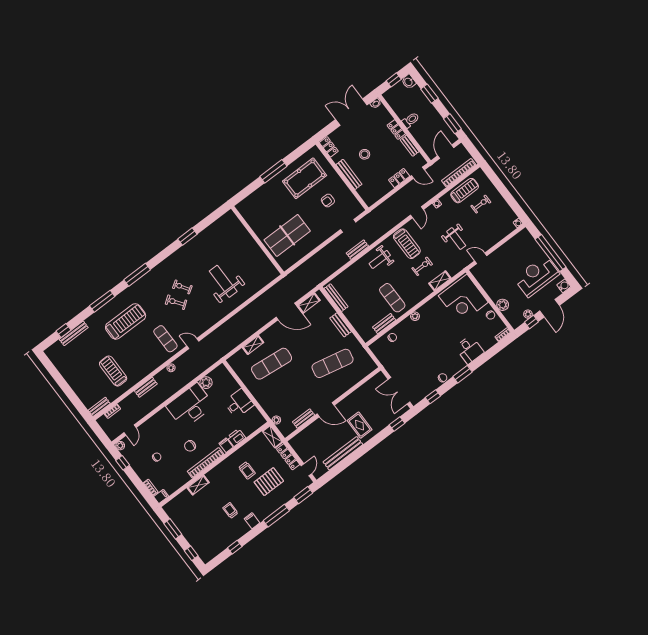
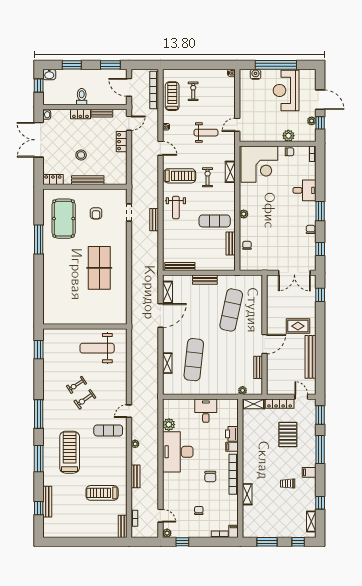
wall: (258, 240) -> (85, 326), moved
water cooler: (564, 286) -> (256, 74), moved
trolley: (247, 470) -> (265, 445), removed
shelving: (215, 551) -> (311, 521), added

